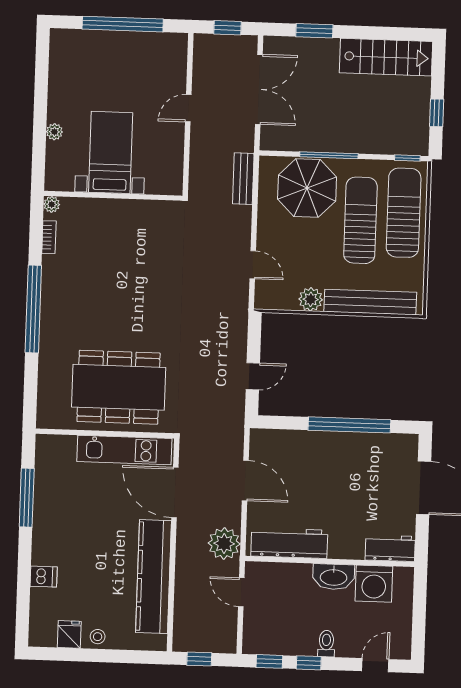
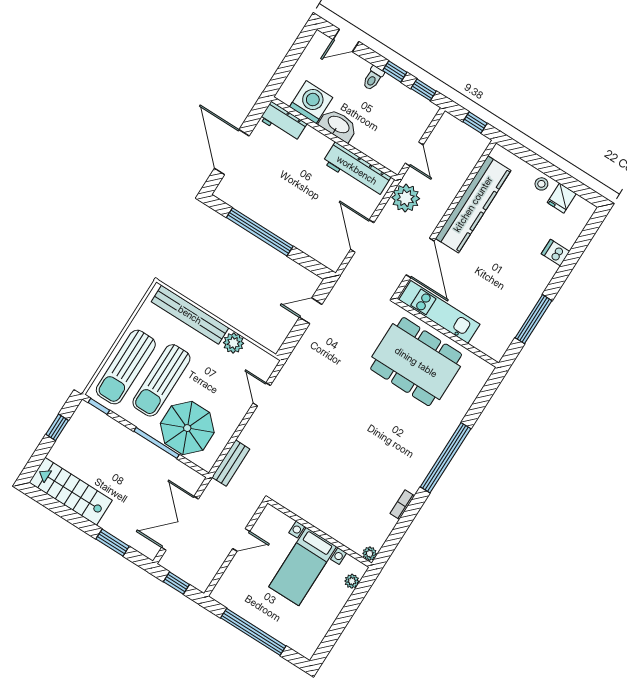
bed with nightstands: (111, 152) -> (303, 567), moved
wall: (113, 196) -> (320, 533), moved
plant: (52, 204) -> (370, 554), moved

